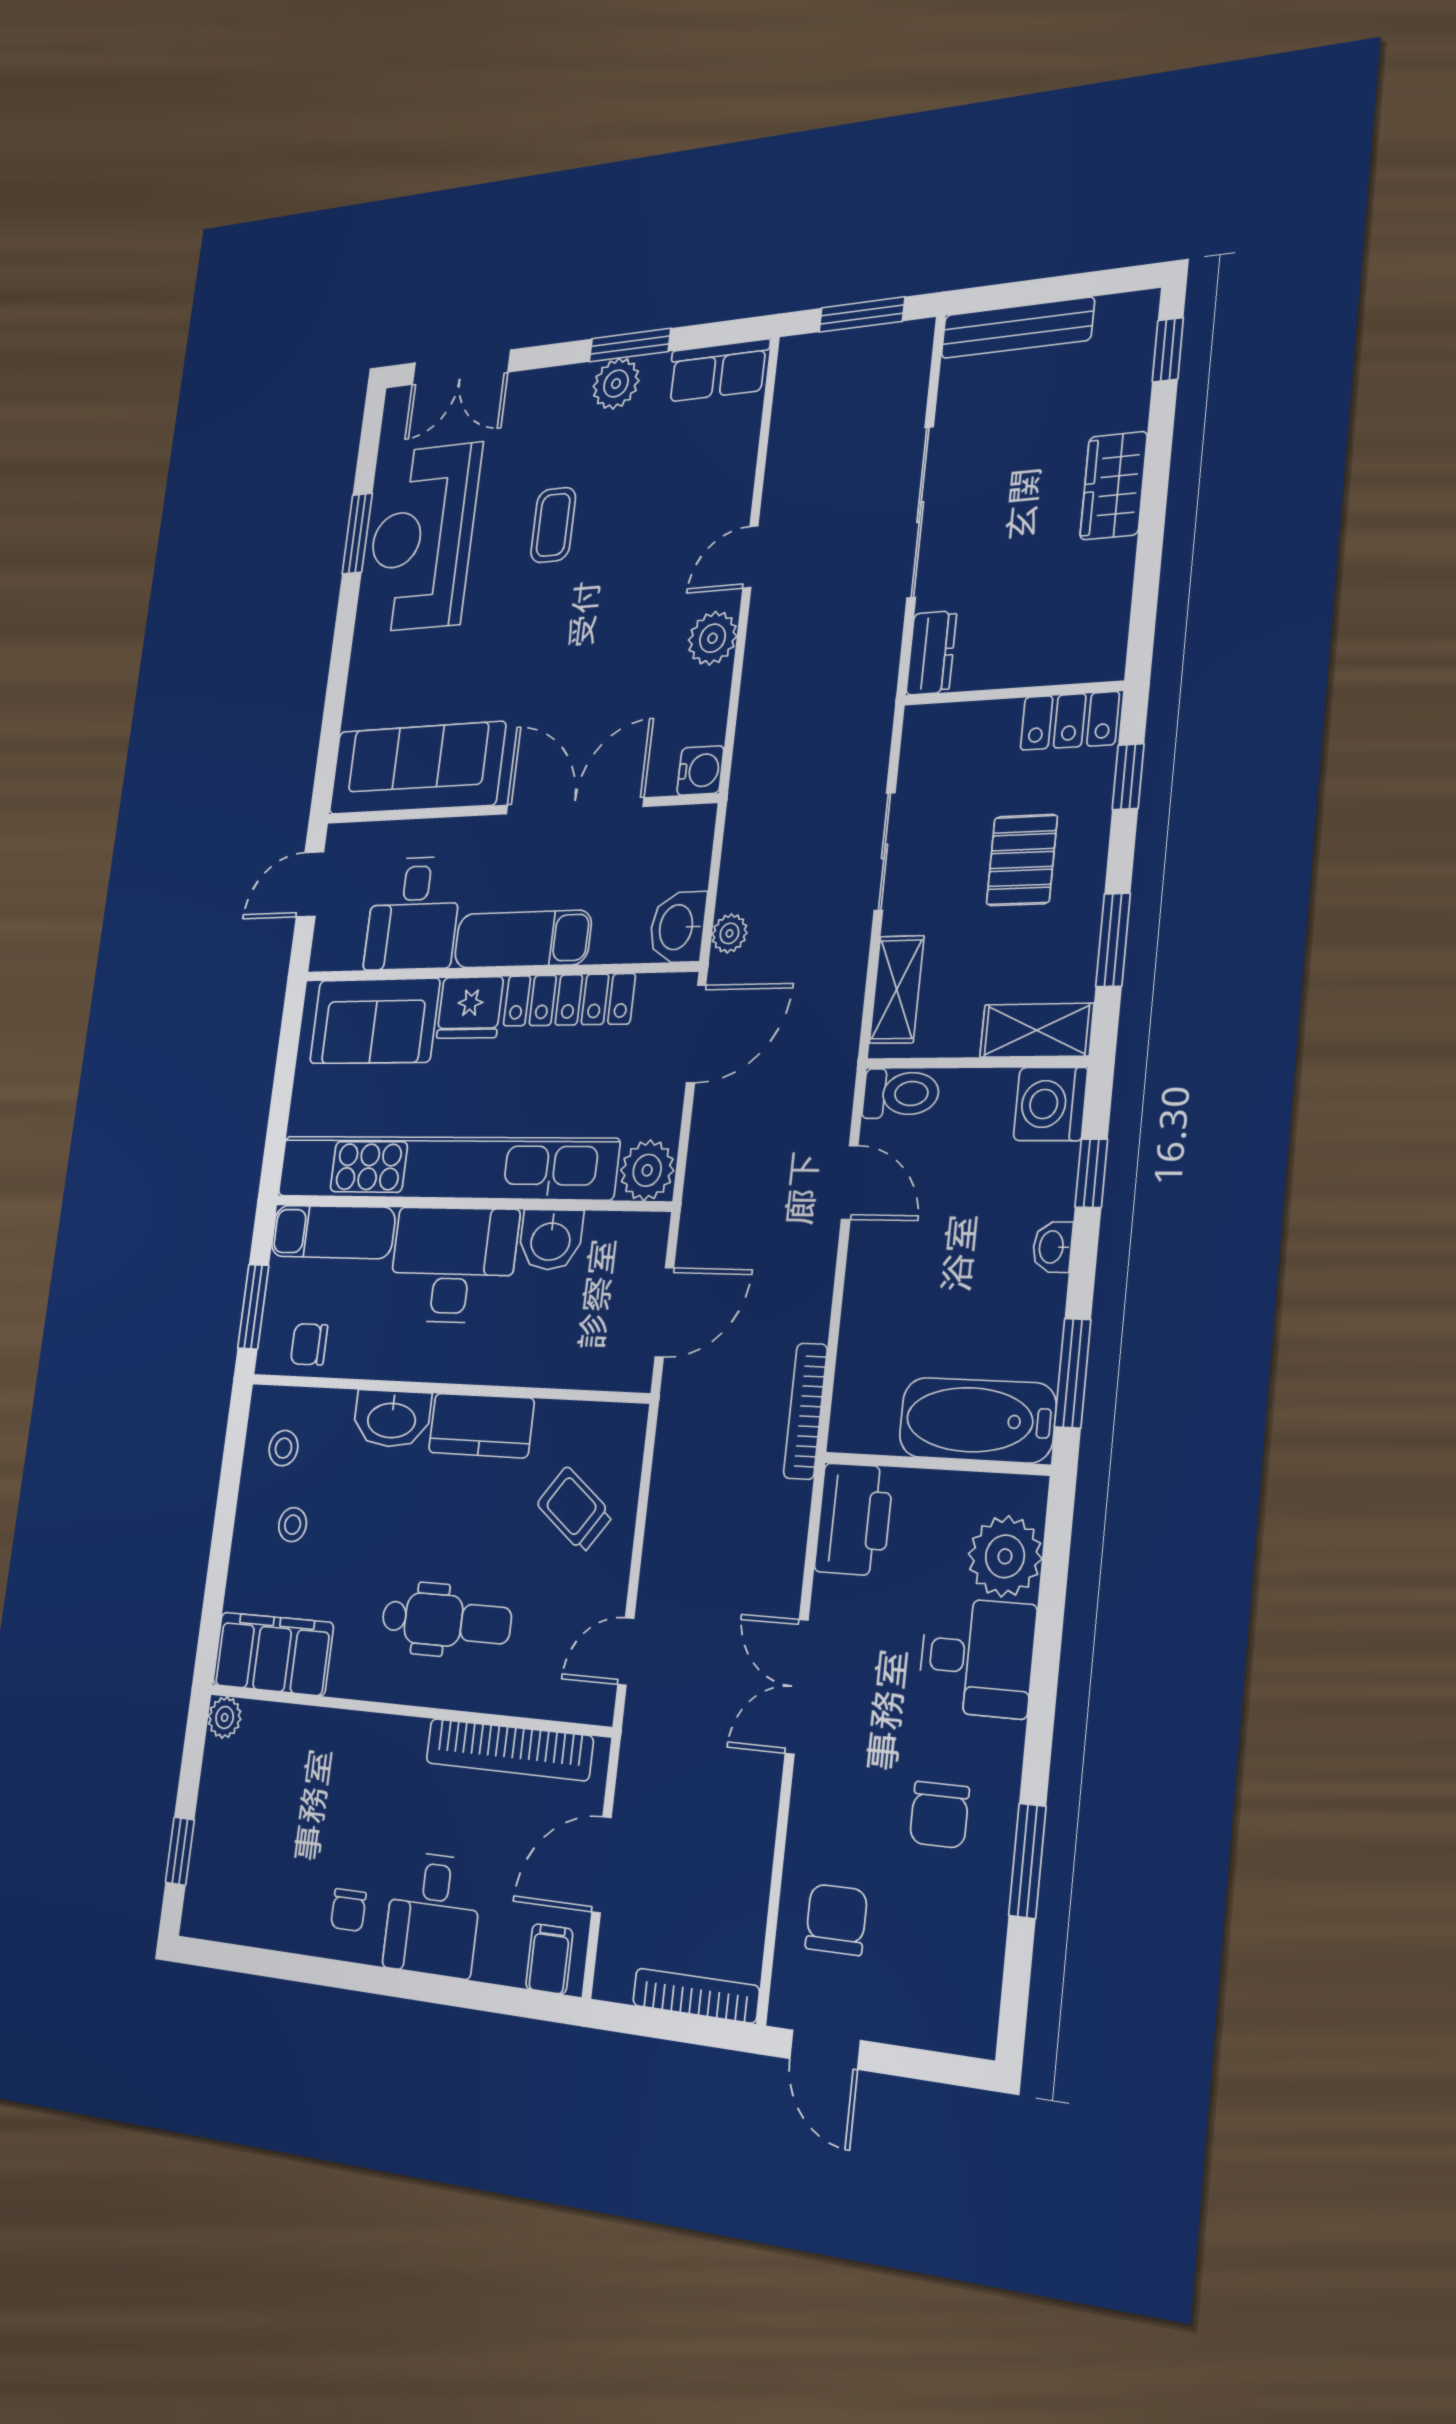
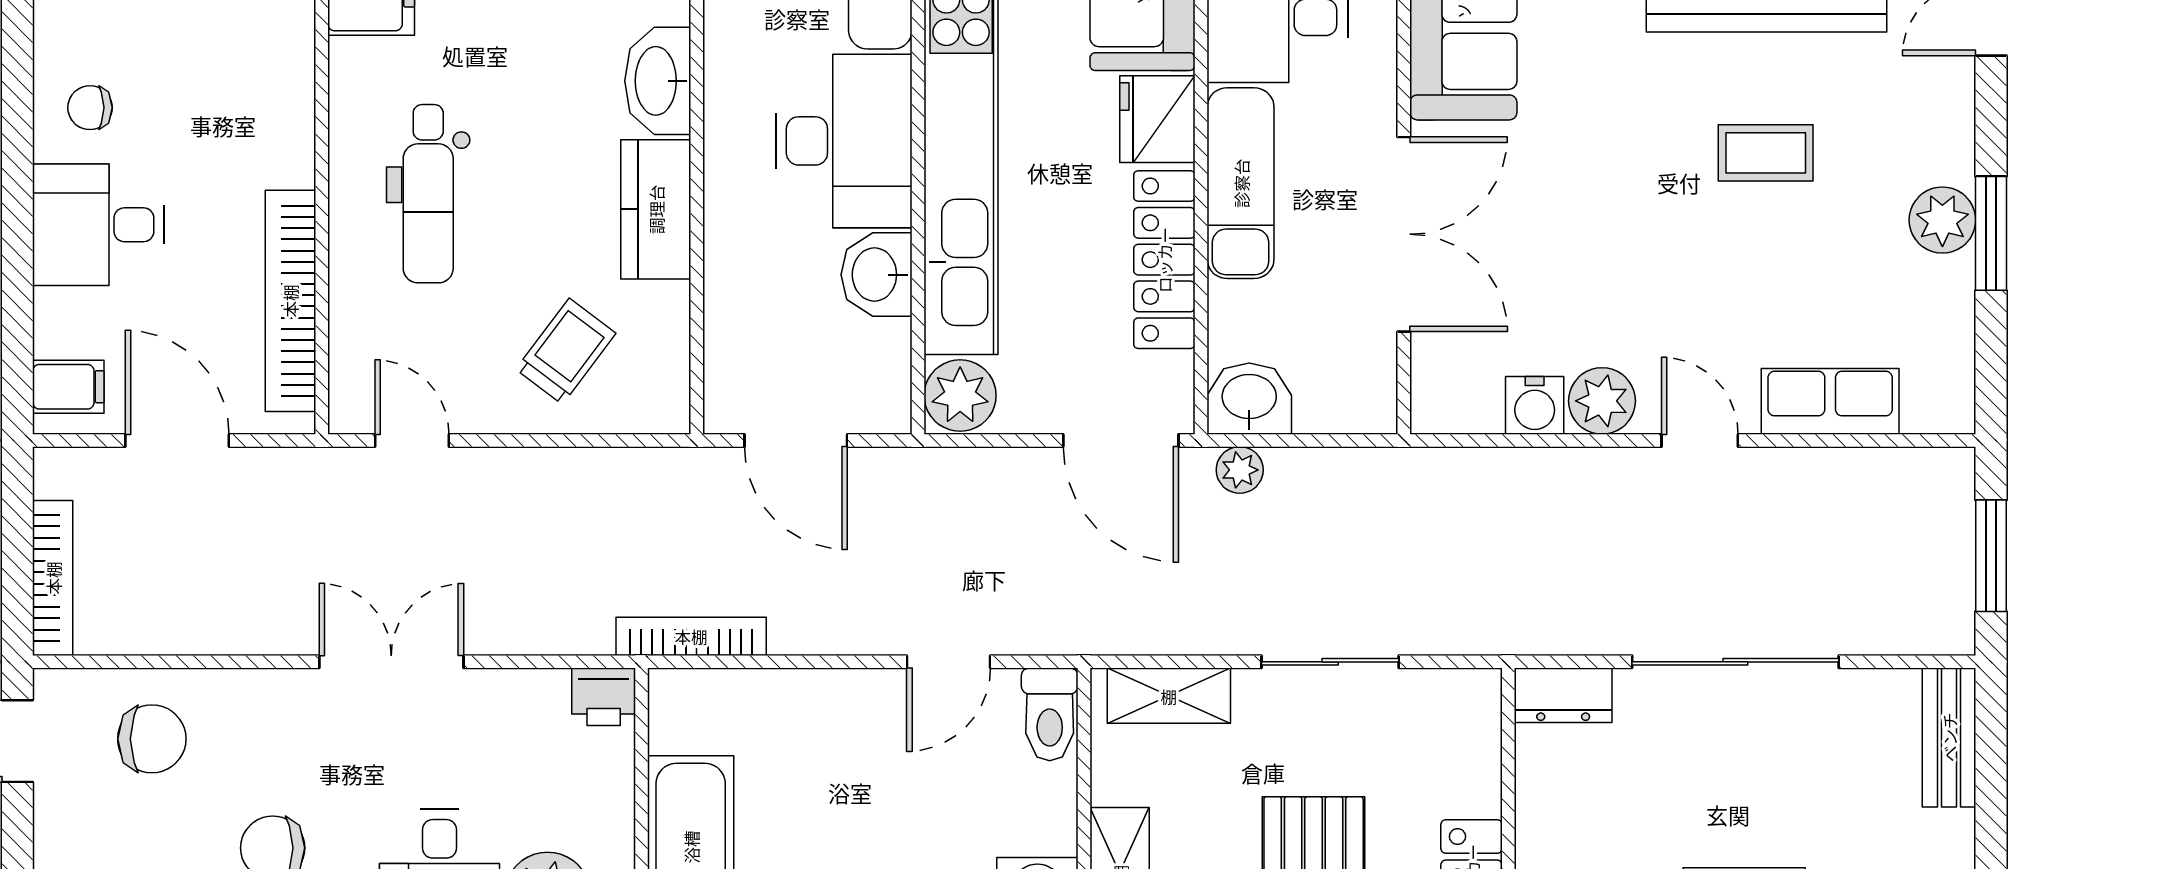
bench: (1017, 328) -> (1949, 737), width x0.73
row of seats: (718, 370) -> (1830, 401), moved, turned 90
water cooler: (700, 770) -> (1535, 405), moved
printer: (854, 1519) -> (604, 697), width x0.53, depth x0.68

